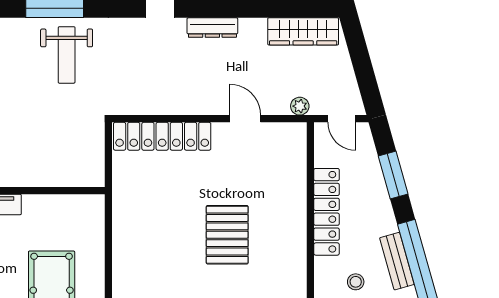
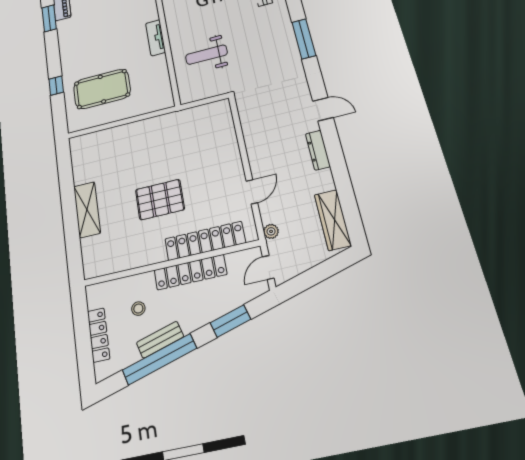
weight bench: (67, 55) -> (206, 55), moved
locker: (162, 136) -> (205, 241), moved, turned 90

